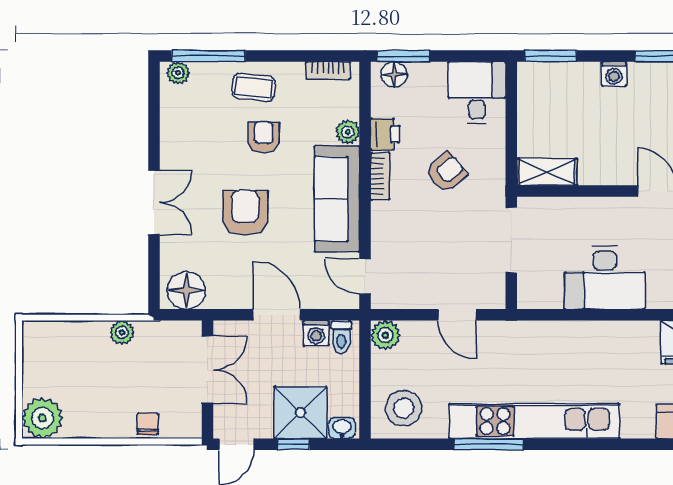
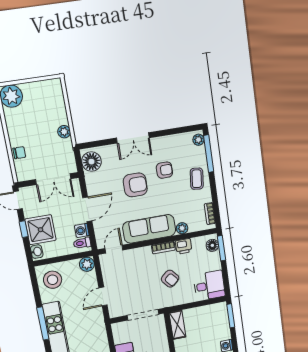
armchair: (264, 137) -> (164, 170), moved

